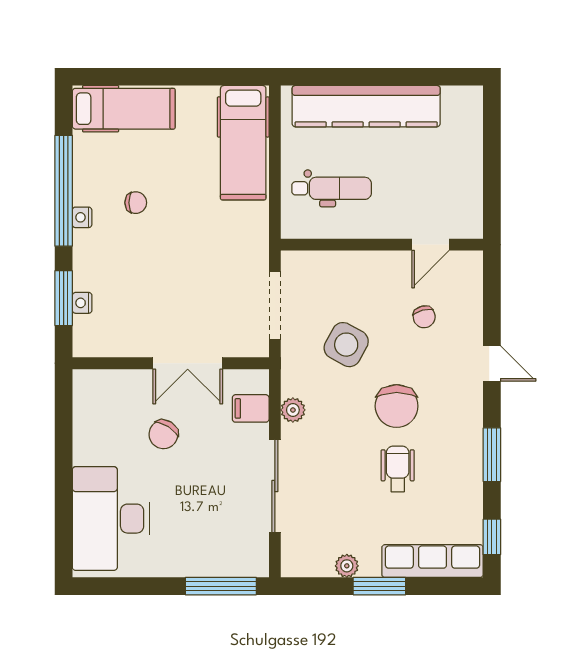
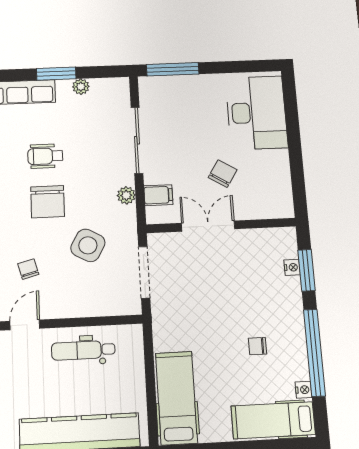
dental chair: (332, 188) -> (83, 350), moved
nightstand: (82, 217) -> (303, 390), moved
chair: (397, 406) -> (48, 202), turned 180
wheelchair: (398, 469) -> (45, 156), turned 90

